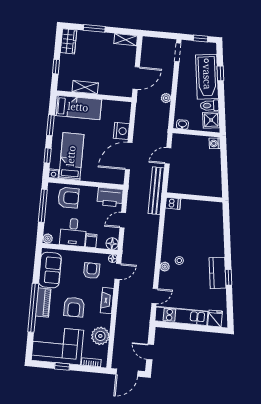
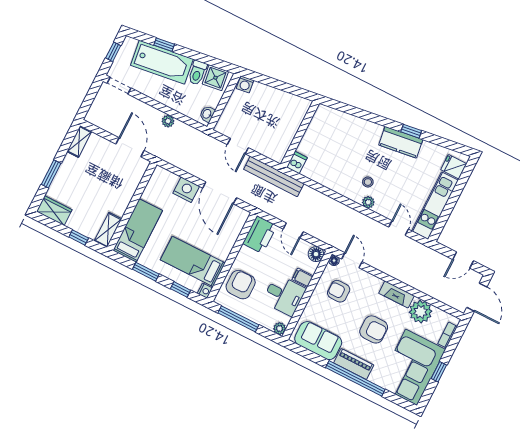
shelving: (85, 87) -> (108, 230), moved
fireplace: (107, 301) -> (396, 294), moved

